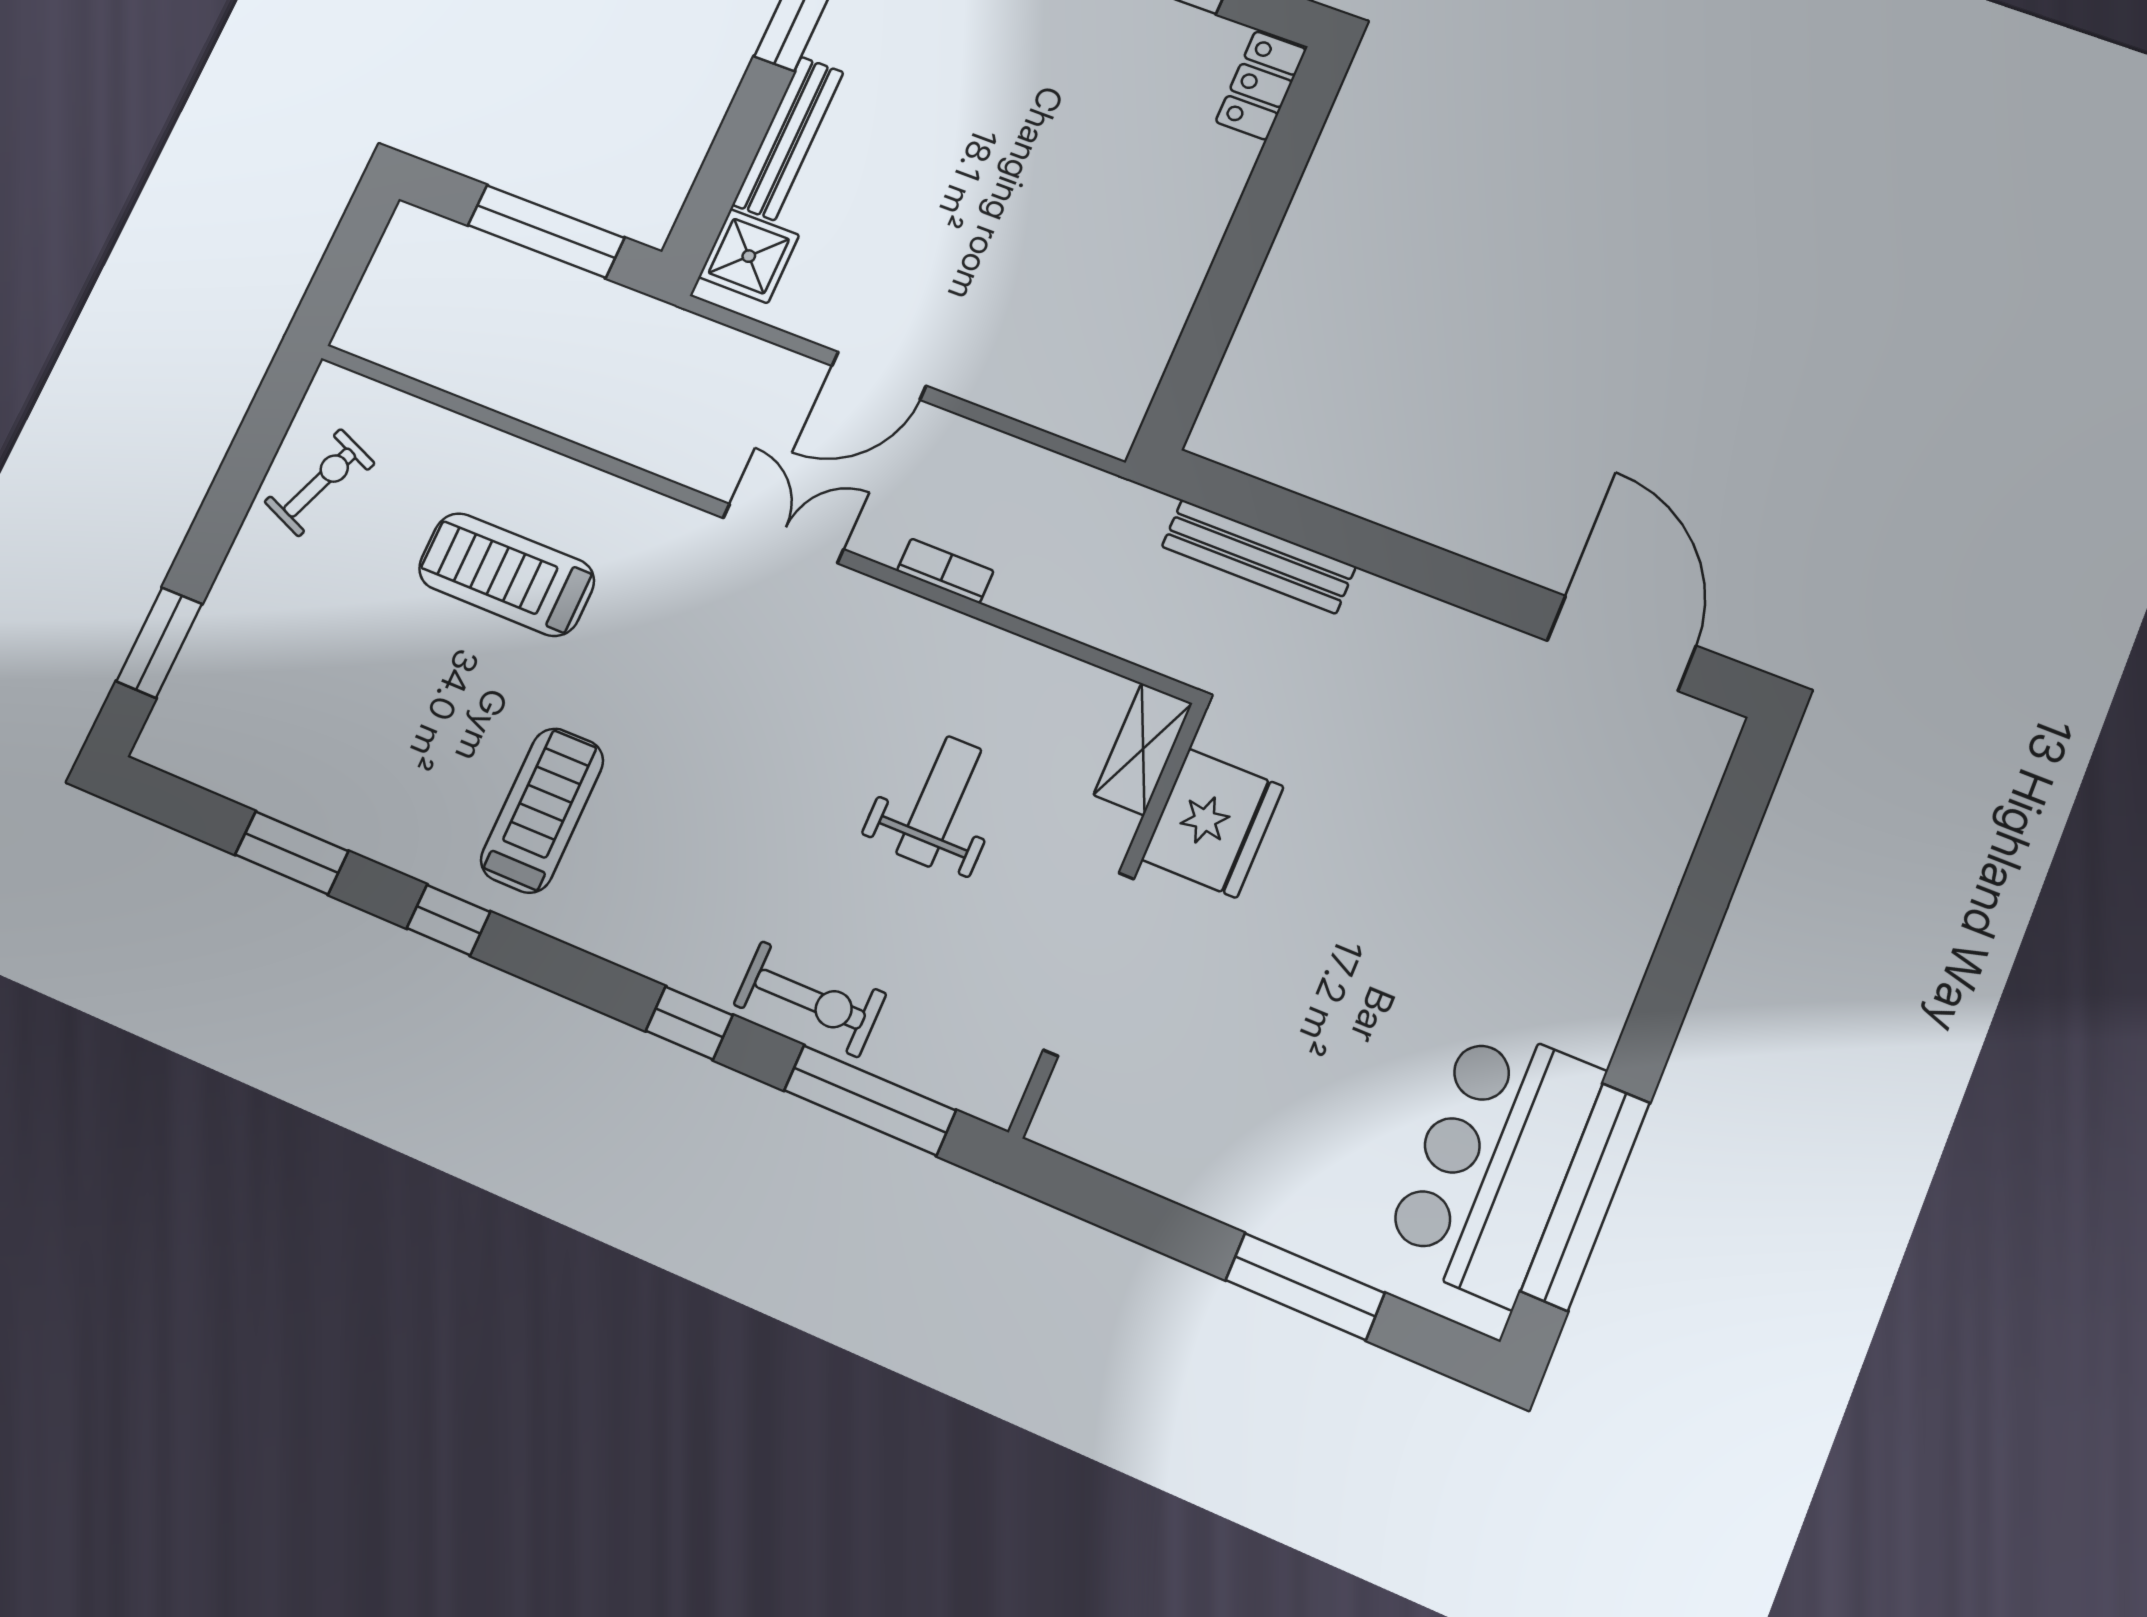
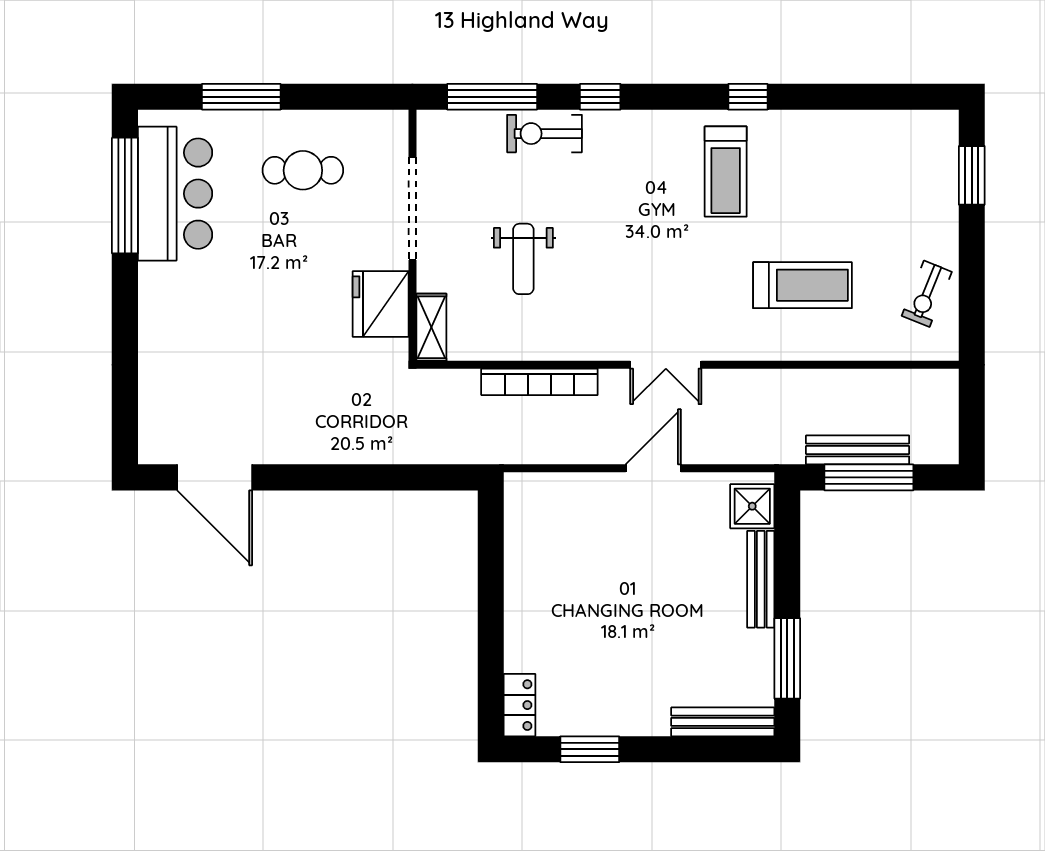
bench: (1259, 557) -> (858, 450), moved
bookcase: (945, 571) -> (539, 382), width x2.31, depth x1.31
window: (292, 853) -> (847, 97), removed
cafe table: (1250, 1109) -> (303, 170), added

